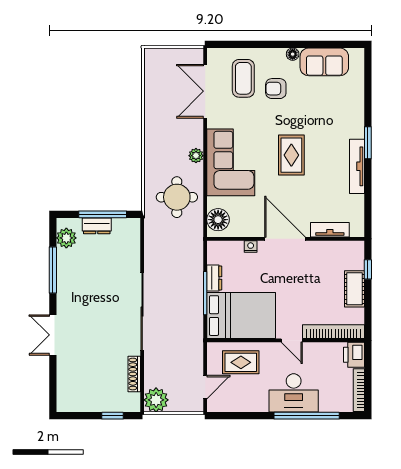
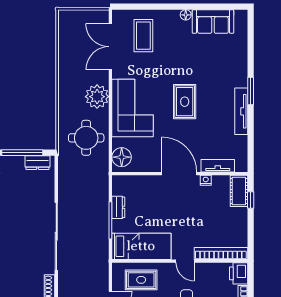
armchair: (276, 89) -> (171, 44), removed
plant: (196, 156) -> (97, 97), width x1.88, depth x1.88
dresser: (97, 226) -> (37, 163), moved
nightstand: (251, 246) -> (206, 180), moved
cot: (354, 289) -> (239, 191), moved
bed: (241, 316) -> (141, 246), width x0.67

